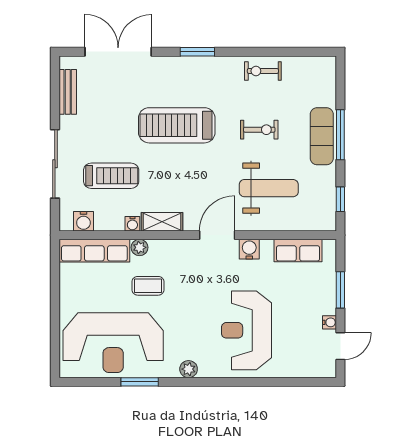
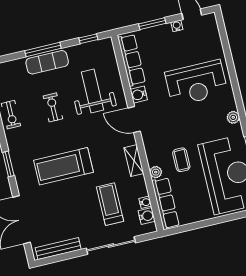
bench: (68, 92) -> (58, 249), width x1.36
treadmill: (177, 125) -> (64, 166), turned 90
water cooler: (132, 224) -> (145, 202), moved
row of seats: (298, 251) -> (132, 60), width x1.48

